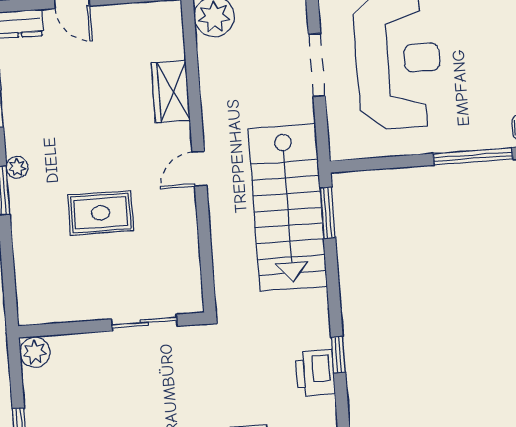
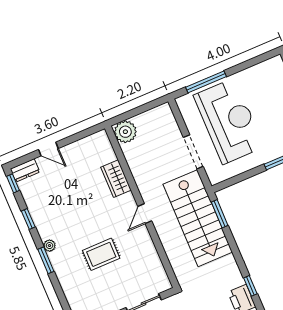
doorway: (317, 65) -> (193, 152), moved

